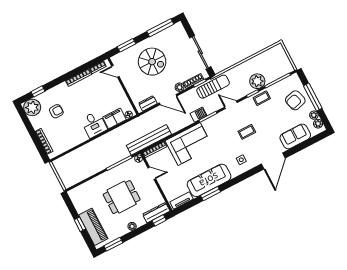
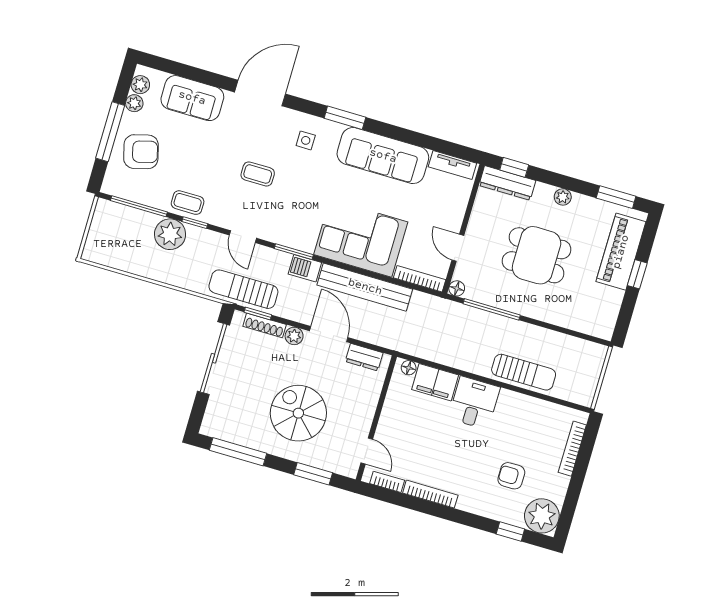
bench: (149, 140) -> (365, 287), moved
sun lounger: (87, 152) -> (524, 372), added
window: (211, 194) -> (345, 118), moved

